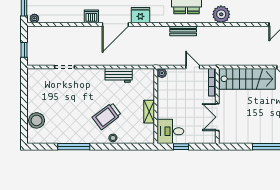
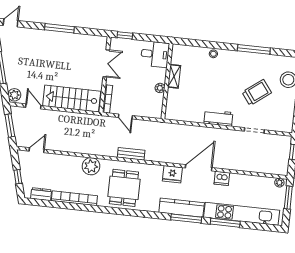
plant: (162, 73) -> (160, 88), moved
workbench: (119, 75) -> (218, 118), moved
trolley: (107, 116) -> (257, 92), moved
window: (181, 147) -> (125, 35), moved

